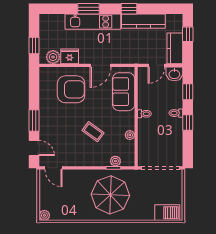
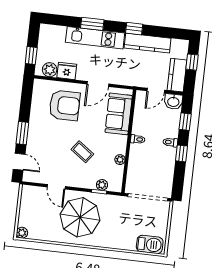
door: (53, 168) -> (56, 187), moved
parasol: (110, 195) -> (80, 217), moved

